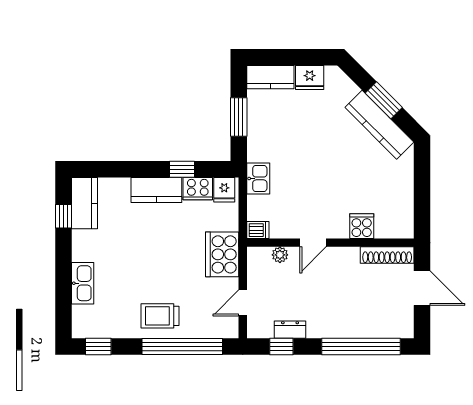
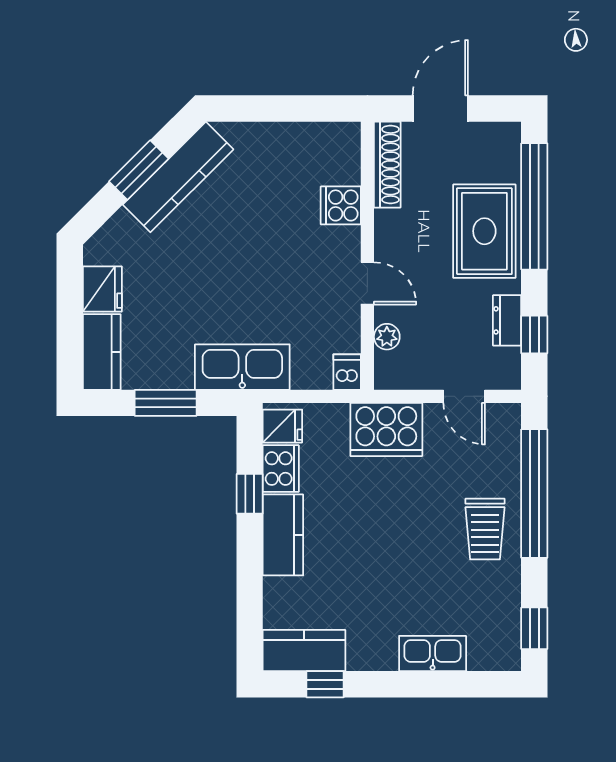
kitchen sink: (258, 178) -> (242, 367), width x1.87, depth x1.24
rug: (346, 316) -> (484, 231), added

